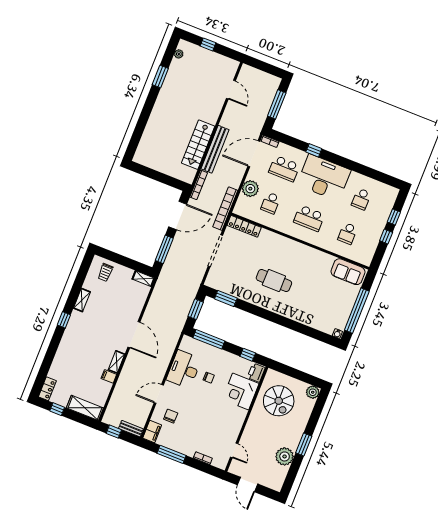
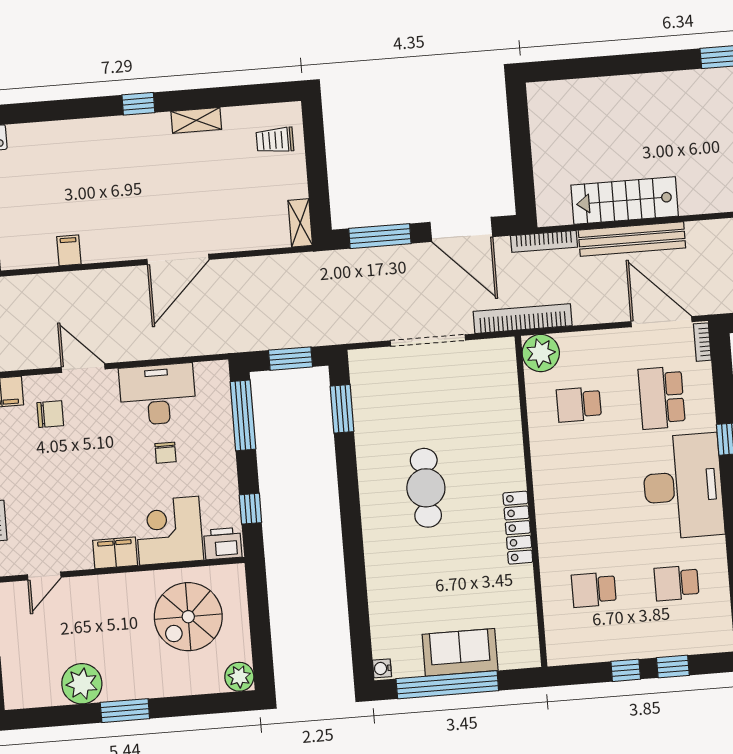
plant: (250, 189) -> (541, 353), moved
school desk: (309, 218) -> (586, 497), removed
locker: (244, 226) -> (518, 528), moved
sofa: (348, 272) -> (460, 652), moved, turned 90
shelving: (117, 362) -> (106, 251), removed
filing cabinet: (239, 417) -> (115, 553), added

